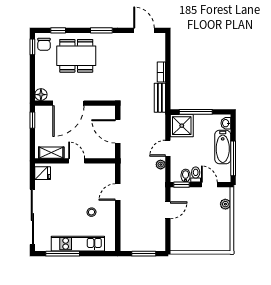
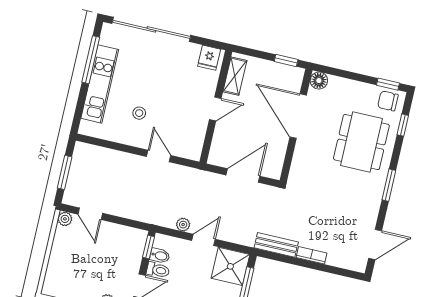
door: (168, 148) -> (204, 240), hinge flipped
door: (168, 210) -> (90, 214), moved
plant: (175, 246) -> (65, 219), added

